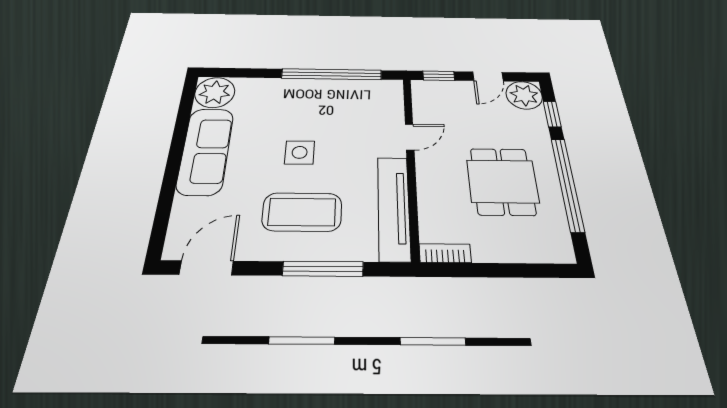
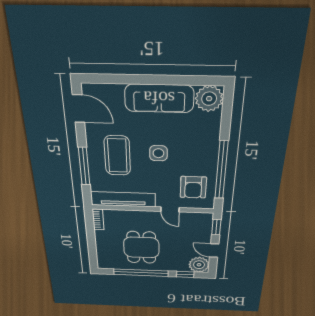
armchair: (363, 107) -> (193, 187), added
dining table: (502, 181) -> (141, 247), turned 90

